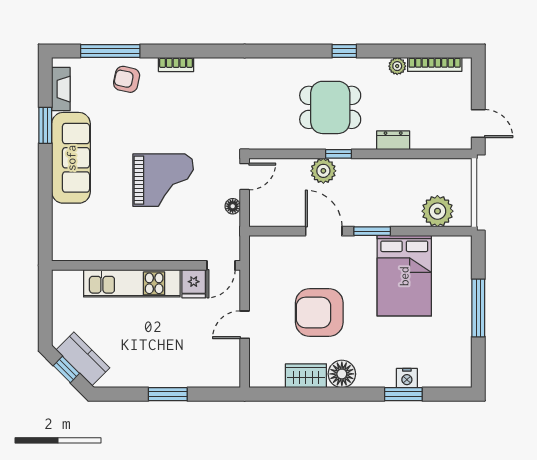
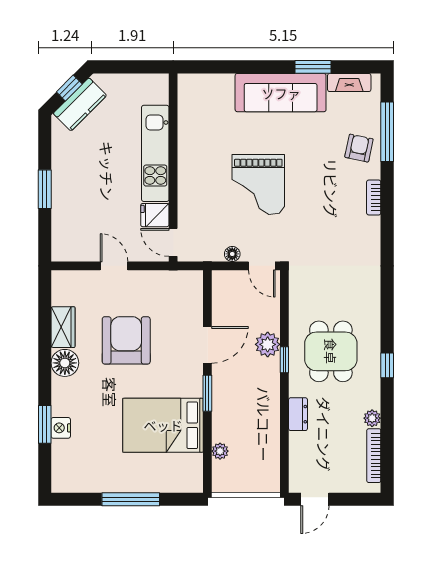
plant: (437, 211) -> (220, 451), width x0.53, depth x0.53

